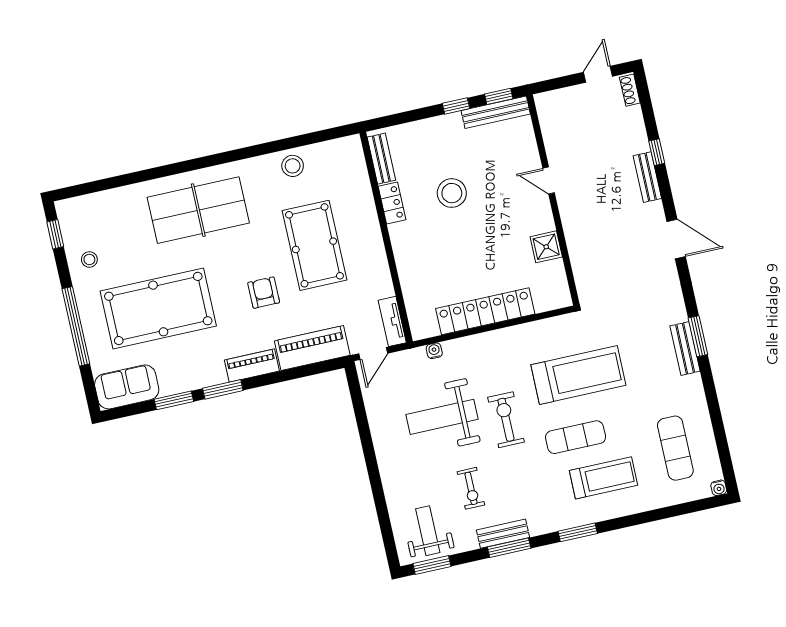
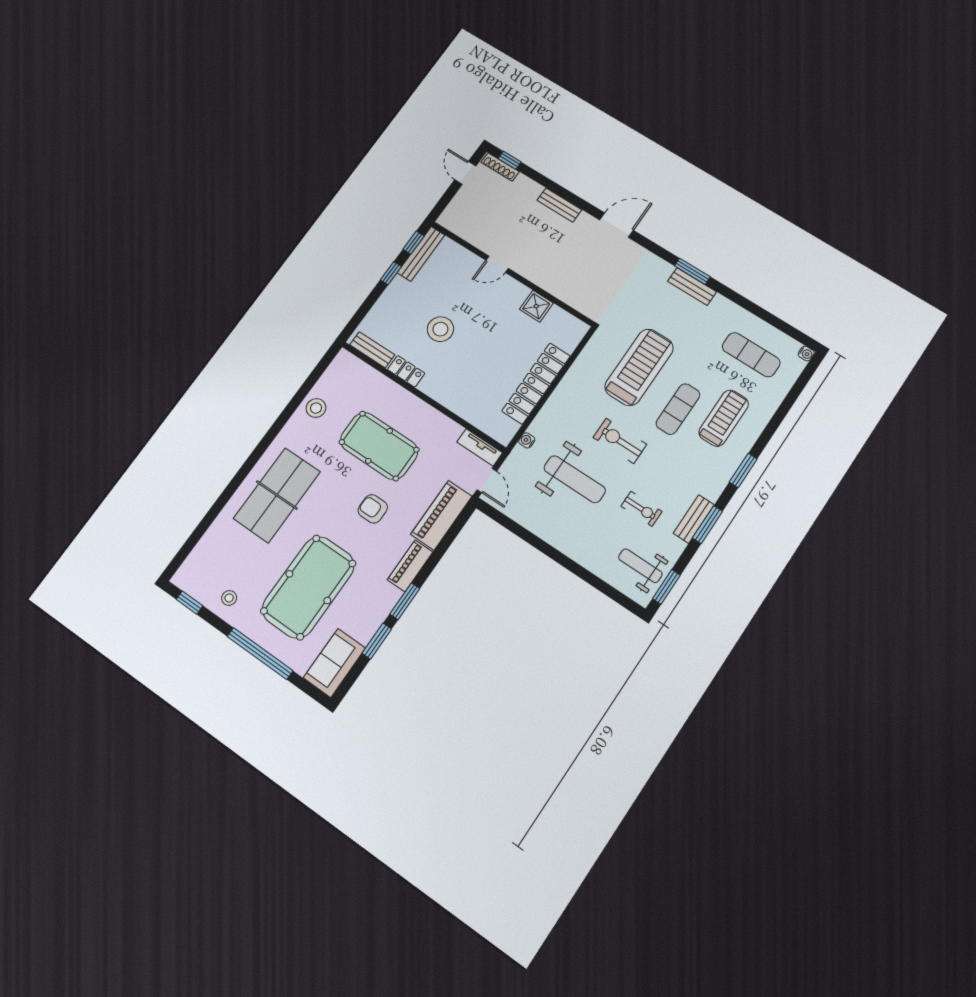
shoe rack: (630, 90) -> (500, 167), width x1.43
window: (657, 152) -> (510, 160), moved
weight bench: (442, 417) -> (575, 479), turned -90

